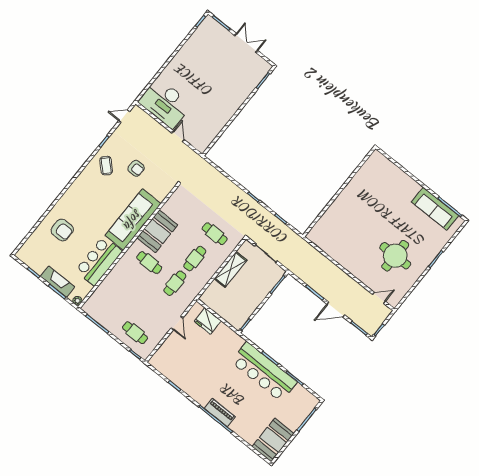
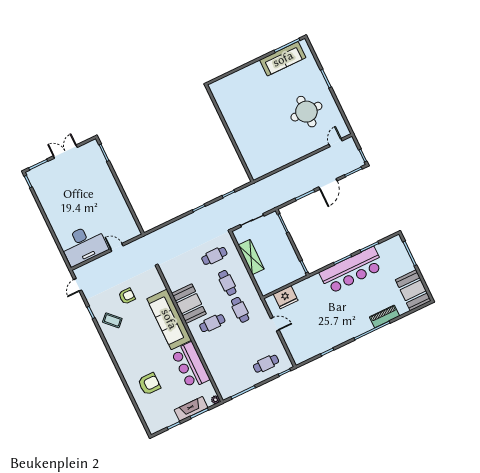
piano: (220, 413) -> (385, 316), moved

